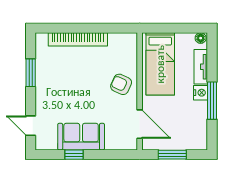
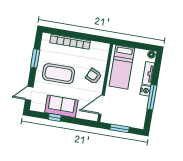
coffee table: (69, 89) -> (58, 74), added
door: (140, 124) -> (101, 105), swing flipped
door: (31, 126) -> (29, 93), hinge flipped

